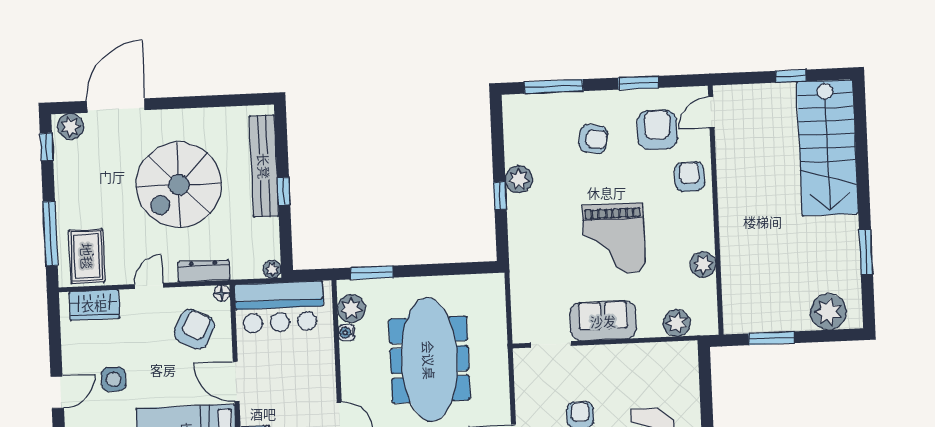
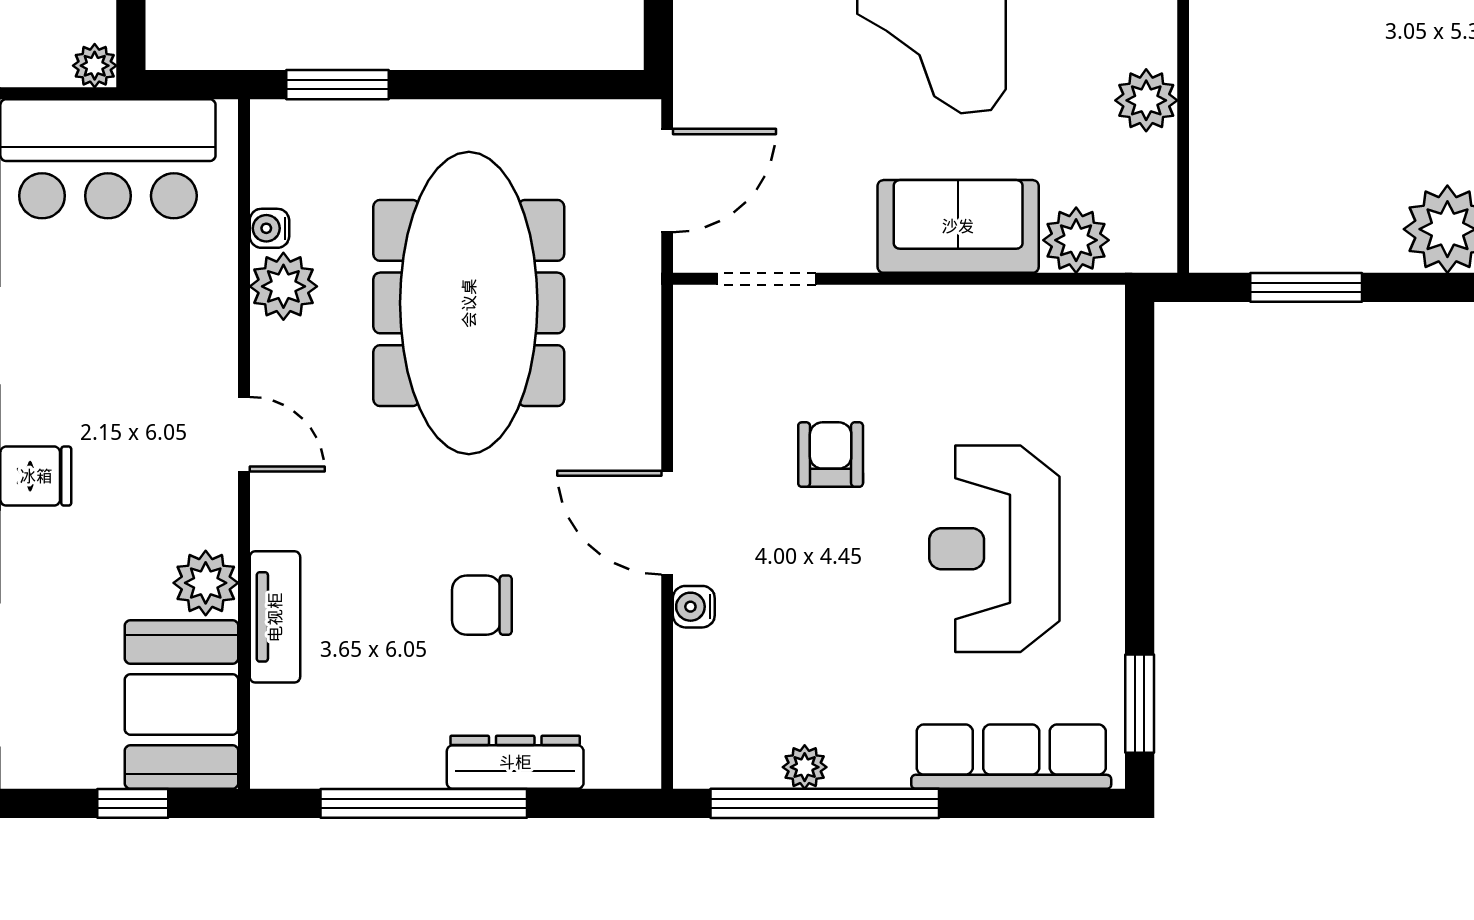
door: (508, 306) -> (667, 181), added
plant: (351, 309) -> (283, 286), moved
sofa: (603, 321) -> (958, 226), moved

